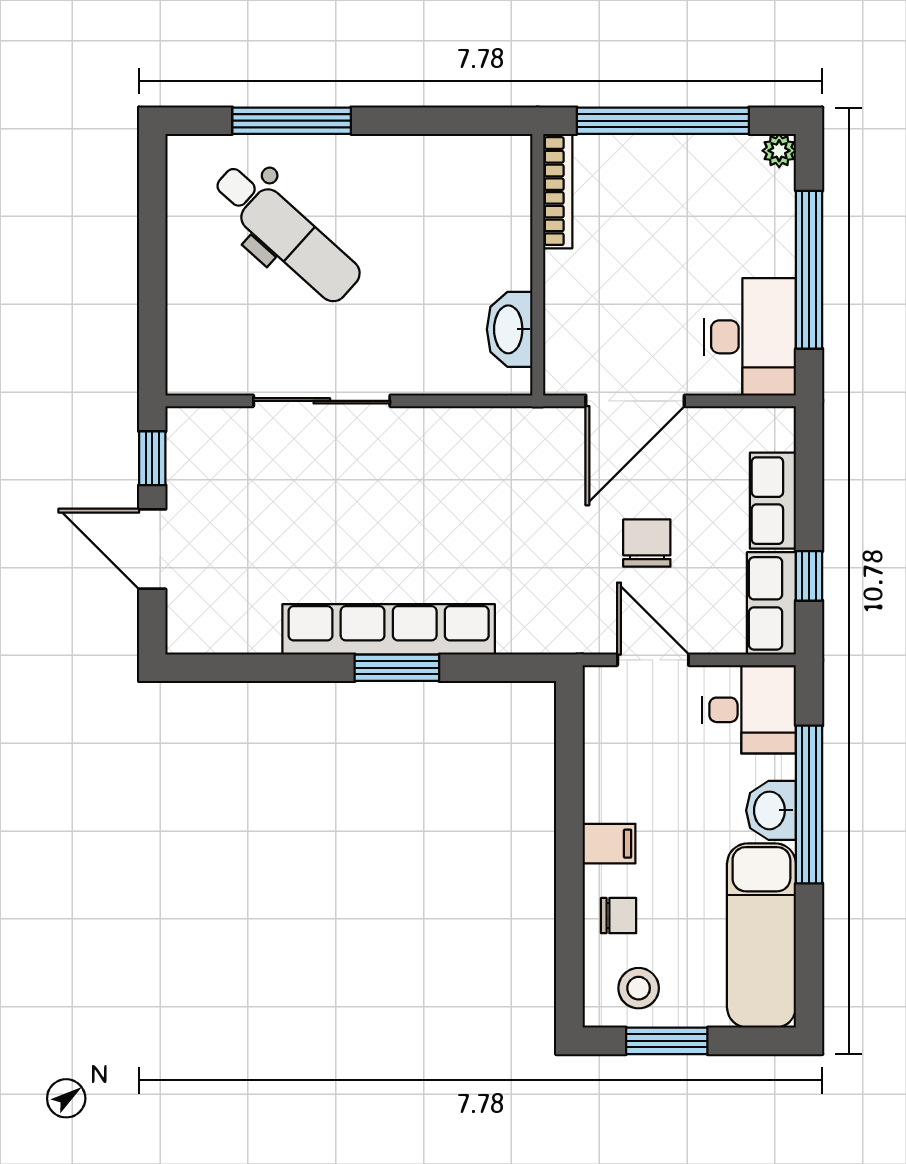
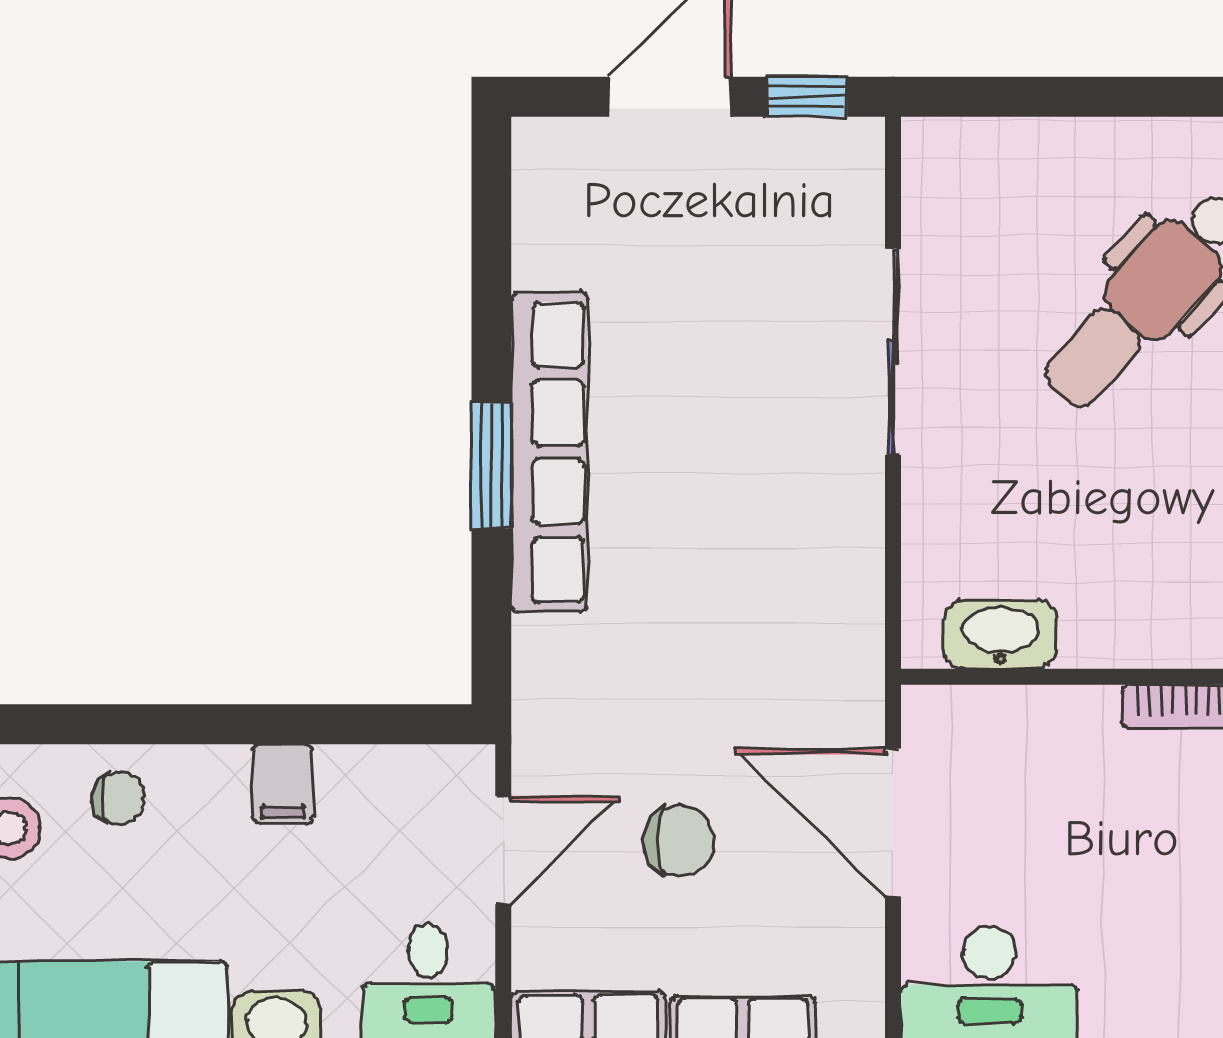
filing cabinet: (609, 844) -> (283, 784), moved
chair: (619, 916) -> (119, 798), turned -88

